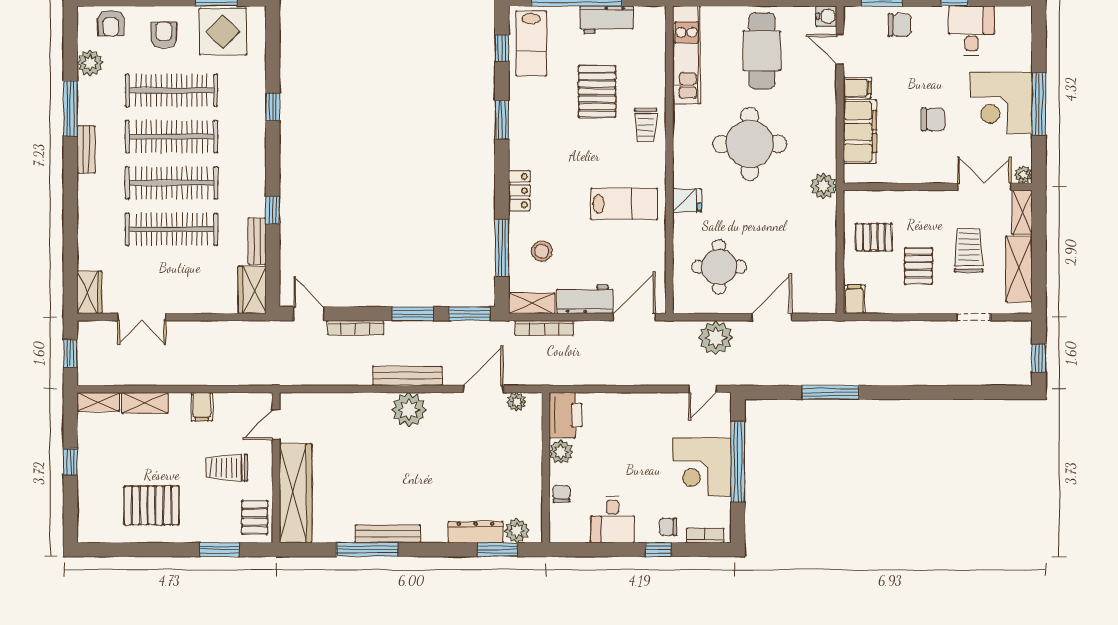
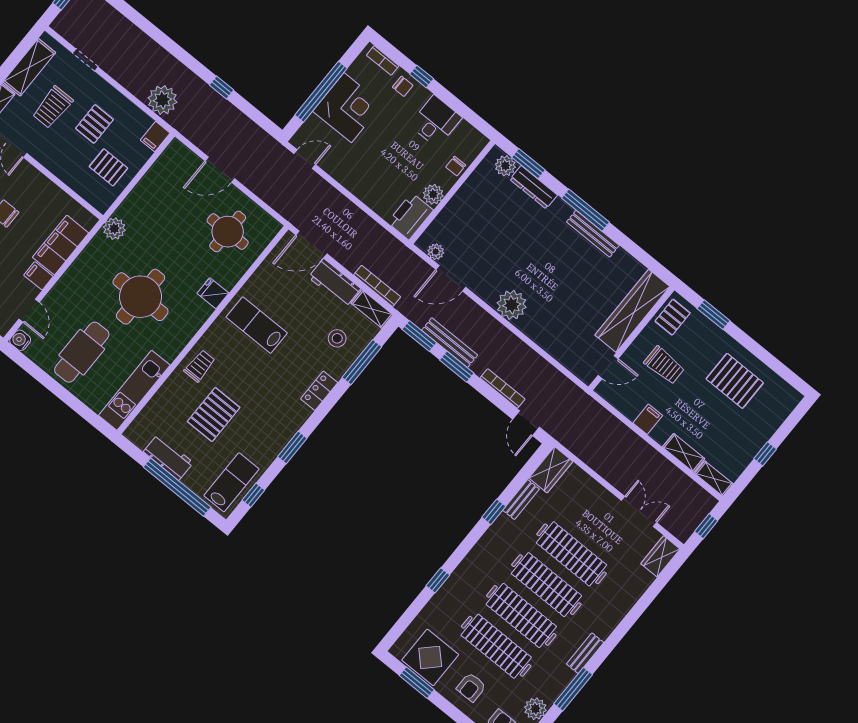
plant: (716, 338) -> (162, 100), moved
bench: (407, 376) -> (450, 343), moved
window: (831, 392) -> (221, 88), width x0.46
window: (367, 550) -> (586, 210), moved

